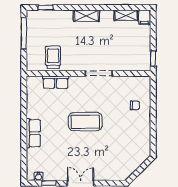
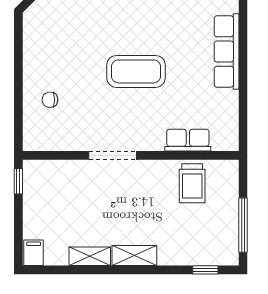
shelving: (126, 15) -> (90, 256), moved
row of seats: (33, 133) -> (227, 51), width x1.48

